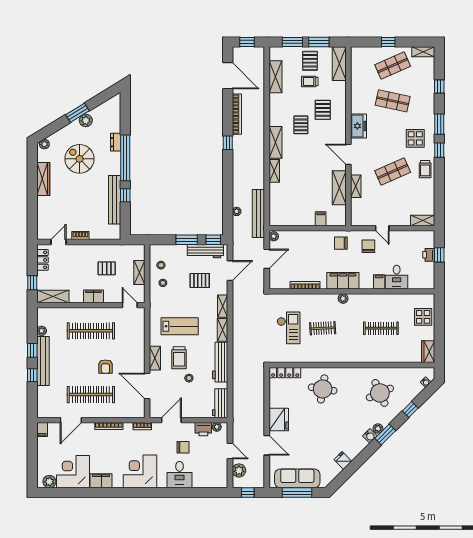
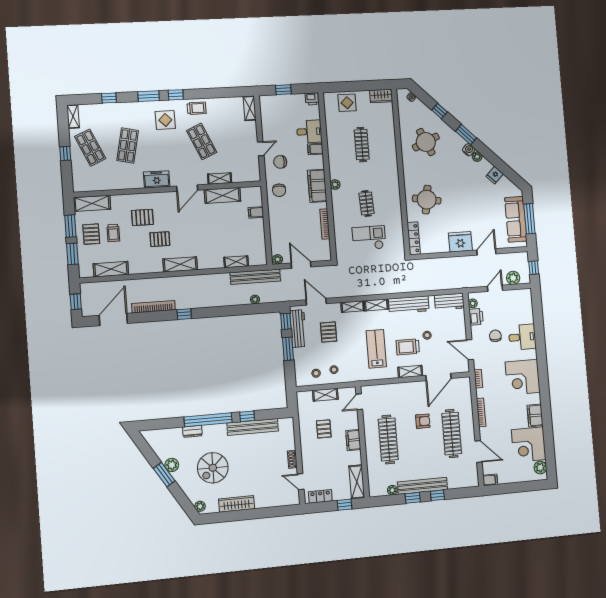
pallet: (310, 61) -> (91, 234), turned 90
shelving: (274, 171) -> (236, 262), moved
printer: (429, 255) -> (312, 99), moved
trolley: (179, 358) -> (408, 347), turned 180
plant: (378, 429) -> (477, 157), moved

